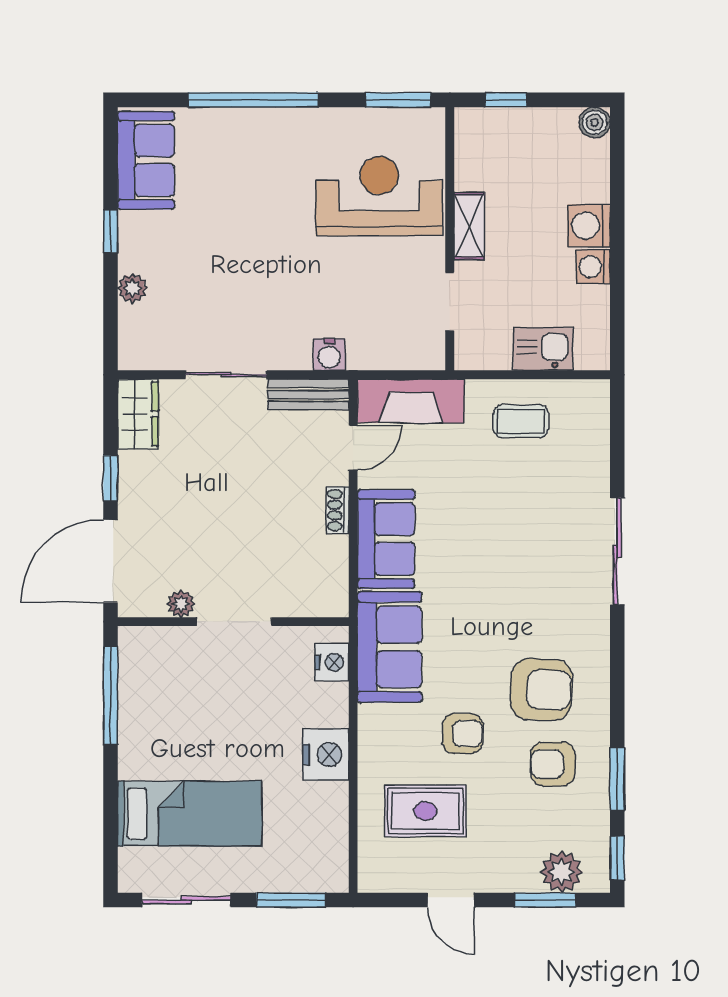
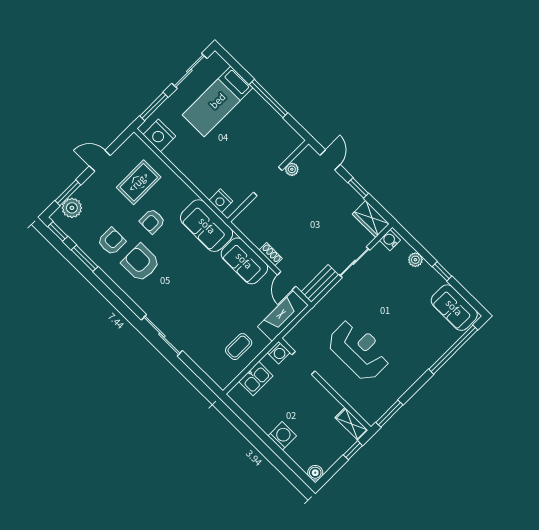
window: (253, 100) -> (453, 350), moved
reception desk: (379, 196) -> (359, 350), moved, turned -90
shelving: (469, 226) -> (351, 424), moved
washing machine: (593, 267) -> (279, 353), moved, turned 90
water cooler: (329, 355) -> (390, 240), moved
door: (111, 561) -> (330, 160), width x0.53
armchair: (541, 689) -> (141, 263), turned 87
window: (111, 695) -> (269, 99), moved
nightstand: (326, 755) -> (159, 135), moved

